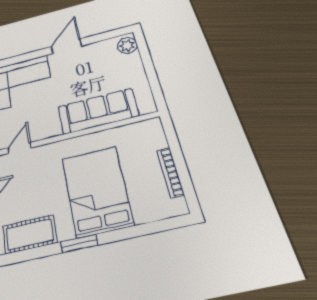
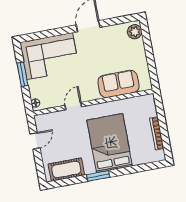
sofa: (98, 111) -> (119, 84), width x0.73
door: (19, 148) -> (73, 106), moved

